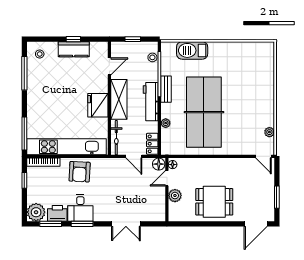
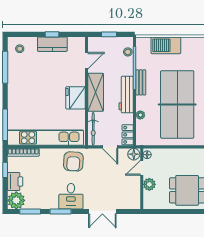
armchair: (80, 172) -> (73, 161), moved
desk: (80, 208) -> (71, 196), moved
printer: (57, 213) -> (15, 182), moved, turned 90

